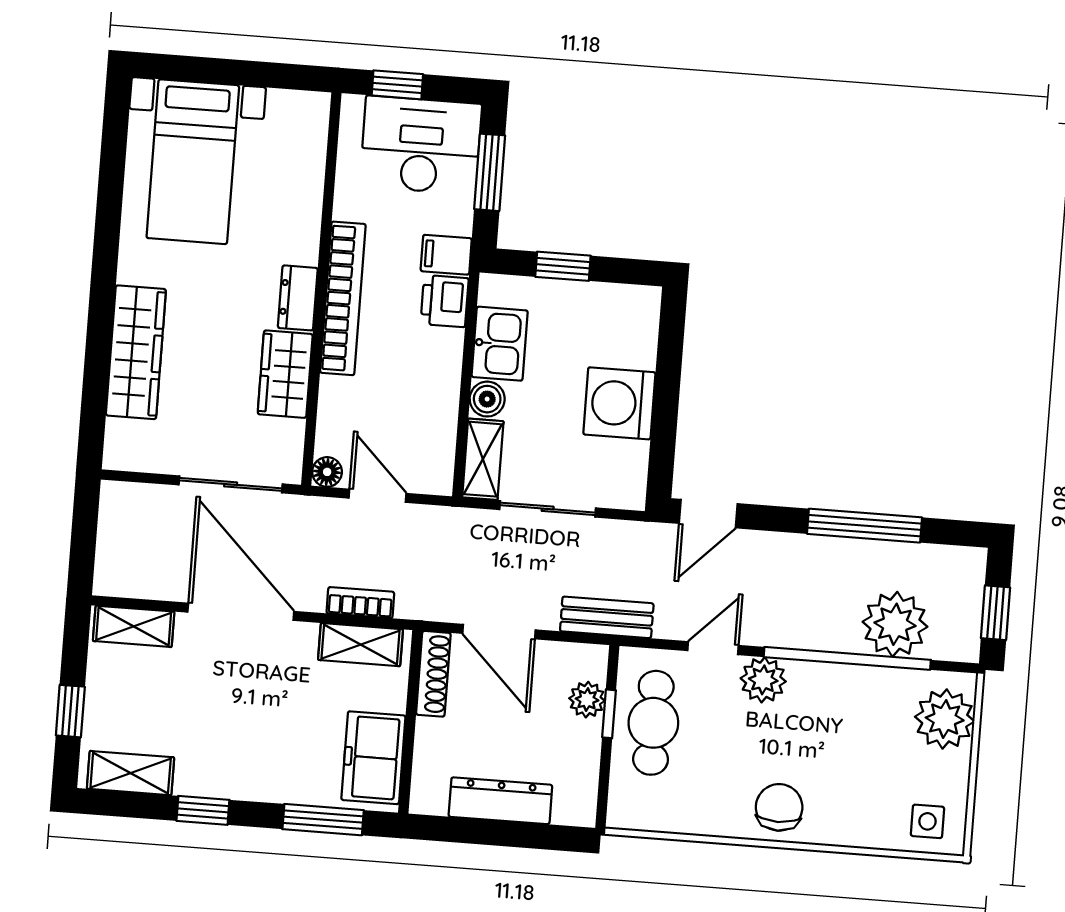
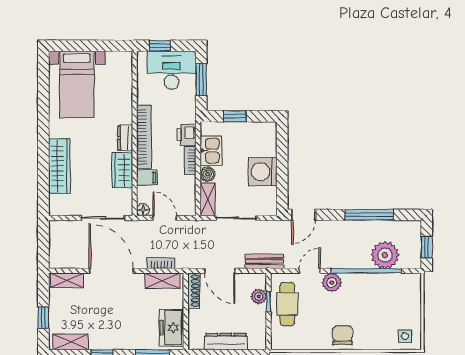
filing cabinet: (446, 255) -> (147, 178), moved, turned 180
bookcase: (449, 363) -> (190, 160), added
plant: (945, 719) -> (409, 293), removed

